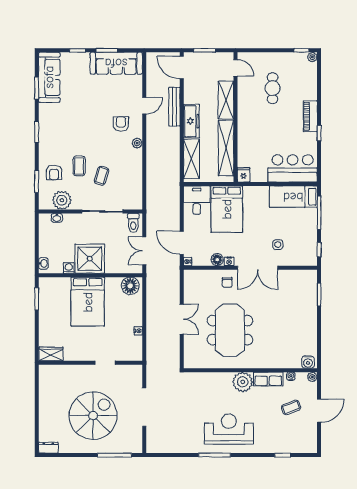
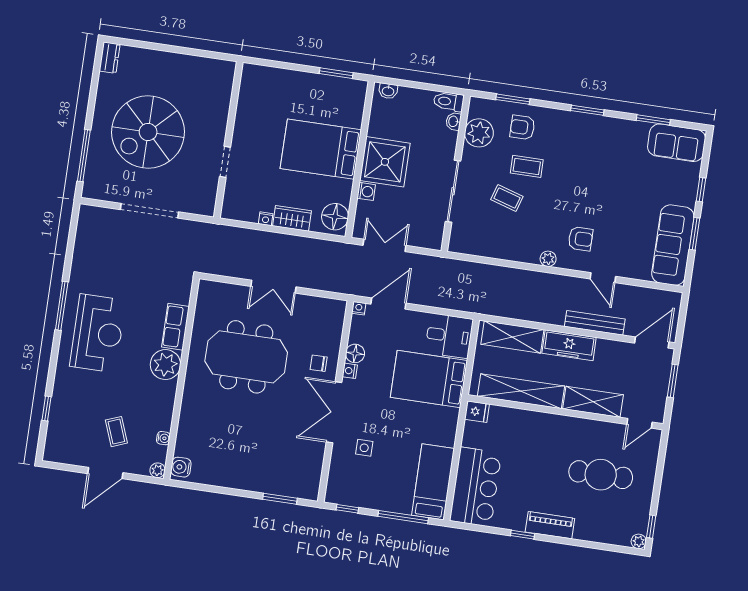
sofa: (49, 77) -> (677, 143), width x0.73
cafe table: (273, 88) -> (601, 475), width x1.37, depth x1.35
toilet: (133, 223) -> (449, 102), moved
washing machine: (69, 268) -> (366, 191), moved
wardrobe: (51, 354) -> (292, 218), moved, turned -90
row of seats: (268, 379) -> (176, 327), moved
door: (319, 411) -> (105, 473), hinge flipped
spiral stairs: (93, 416) -> (148, 132), turned 90

